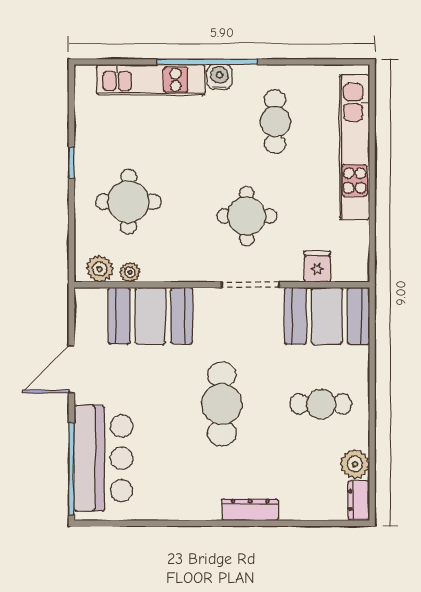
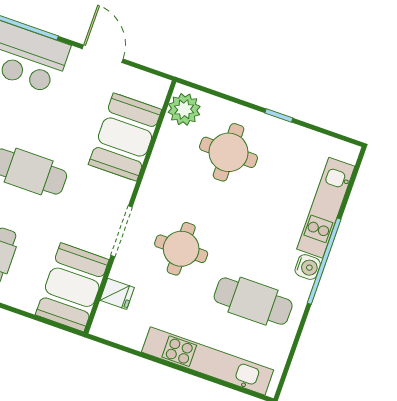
cafe table: (275, 122) -> (253, 301), width x1.37, depth x1.35
plant: (100, 269) -> (184, 109), width x1.36, depth x1.36
plant: (130, 272) -> (168, 133), removed

